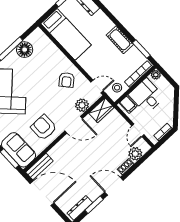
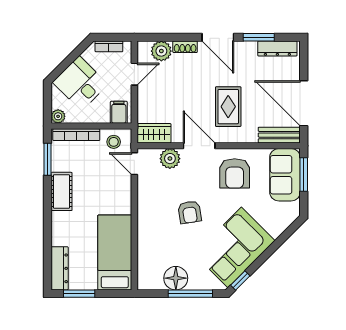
armchair: (67, 80) -> (190, 212), moved, turned 122
desk: (146, 96) -> (80, 83), moved, turned 135
rug: (77, 157) -> (228, 107), added

